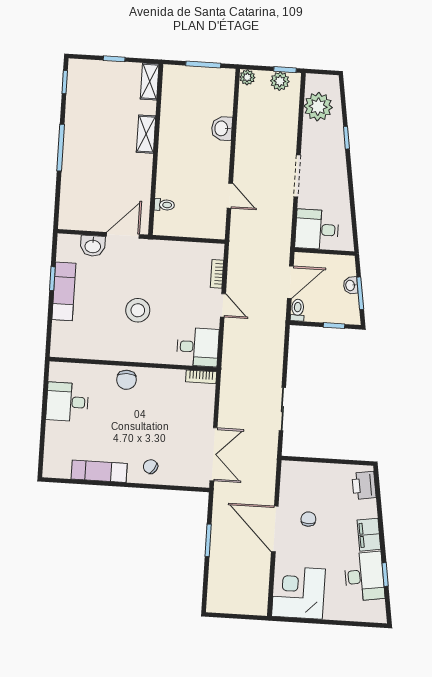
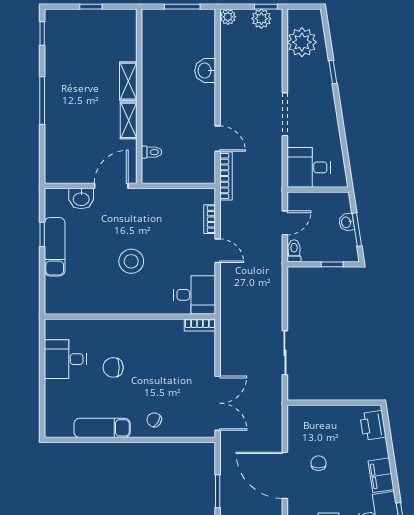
shelving: (150, 81) -> (129, 120), moved
bookcase: (236, 233) -> (226, 176), added
door: (290, 282) -> (285, 223), width x0.73
chair: (126, 380) -> (113, 367), moved, turned 90

